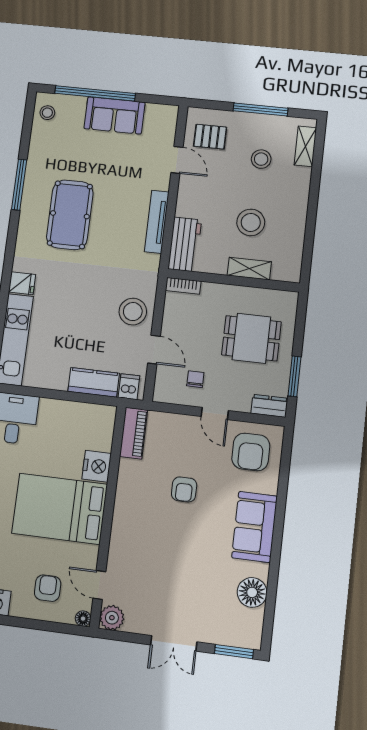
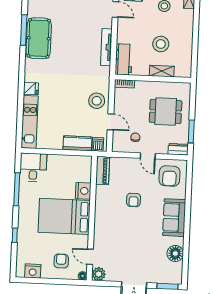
pool table: (70, 215) -> (39, 38), moved

